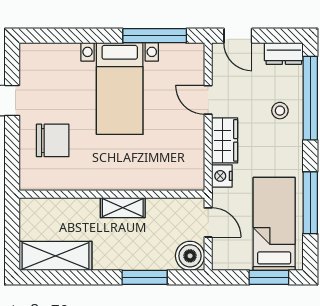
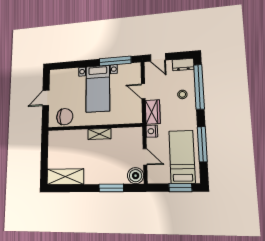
wall: (112, 194) -> (94, 127), moved
shelving: (123, 208) -> (99, 134), moved

